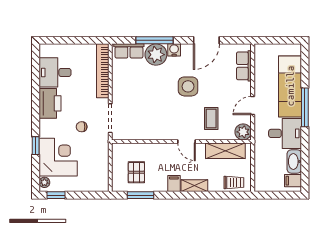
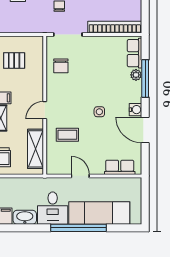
water cooler: (174, 50) -> (136, 110), moved
plant: (156, 55) -> (136, 75), width x0.53, depth x0.53
side table: (188, 86) -> (99, 112), width x0.54, depth x0.54
window: (305, 107) -> (78, 228), width x1.46
chair: (142, 125) -> (61, 66), added
plant: (243, 132) -> (54, 166), removed

